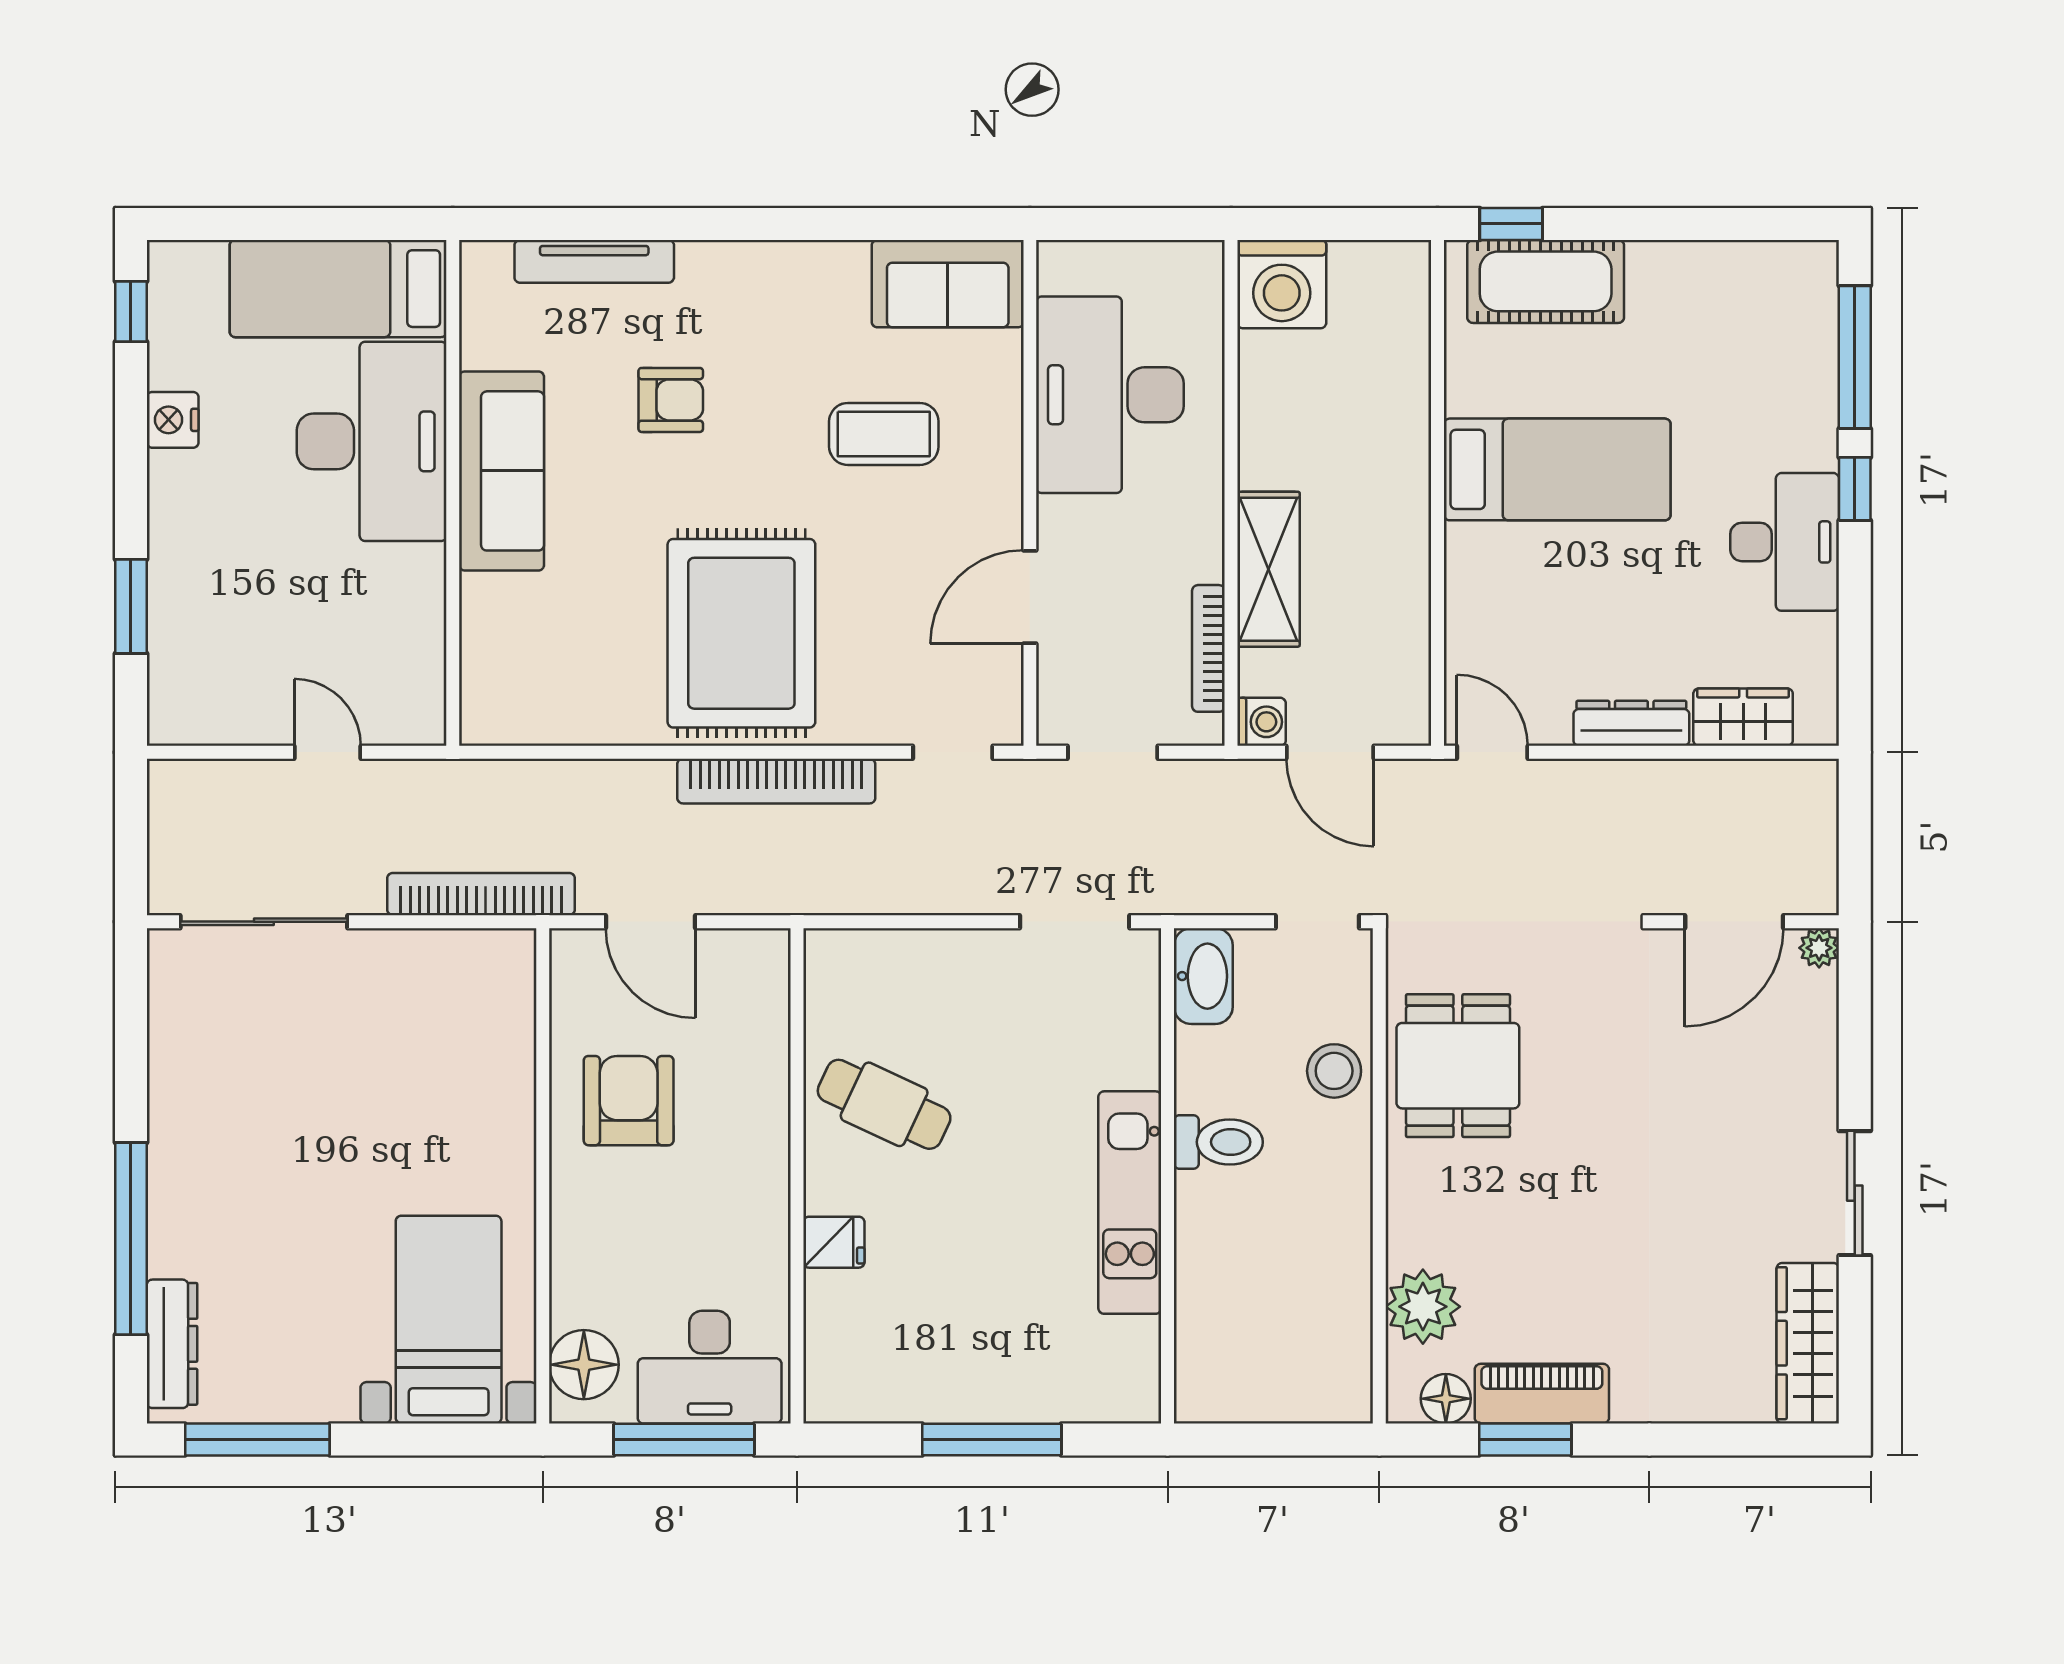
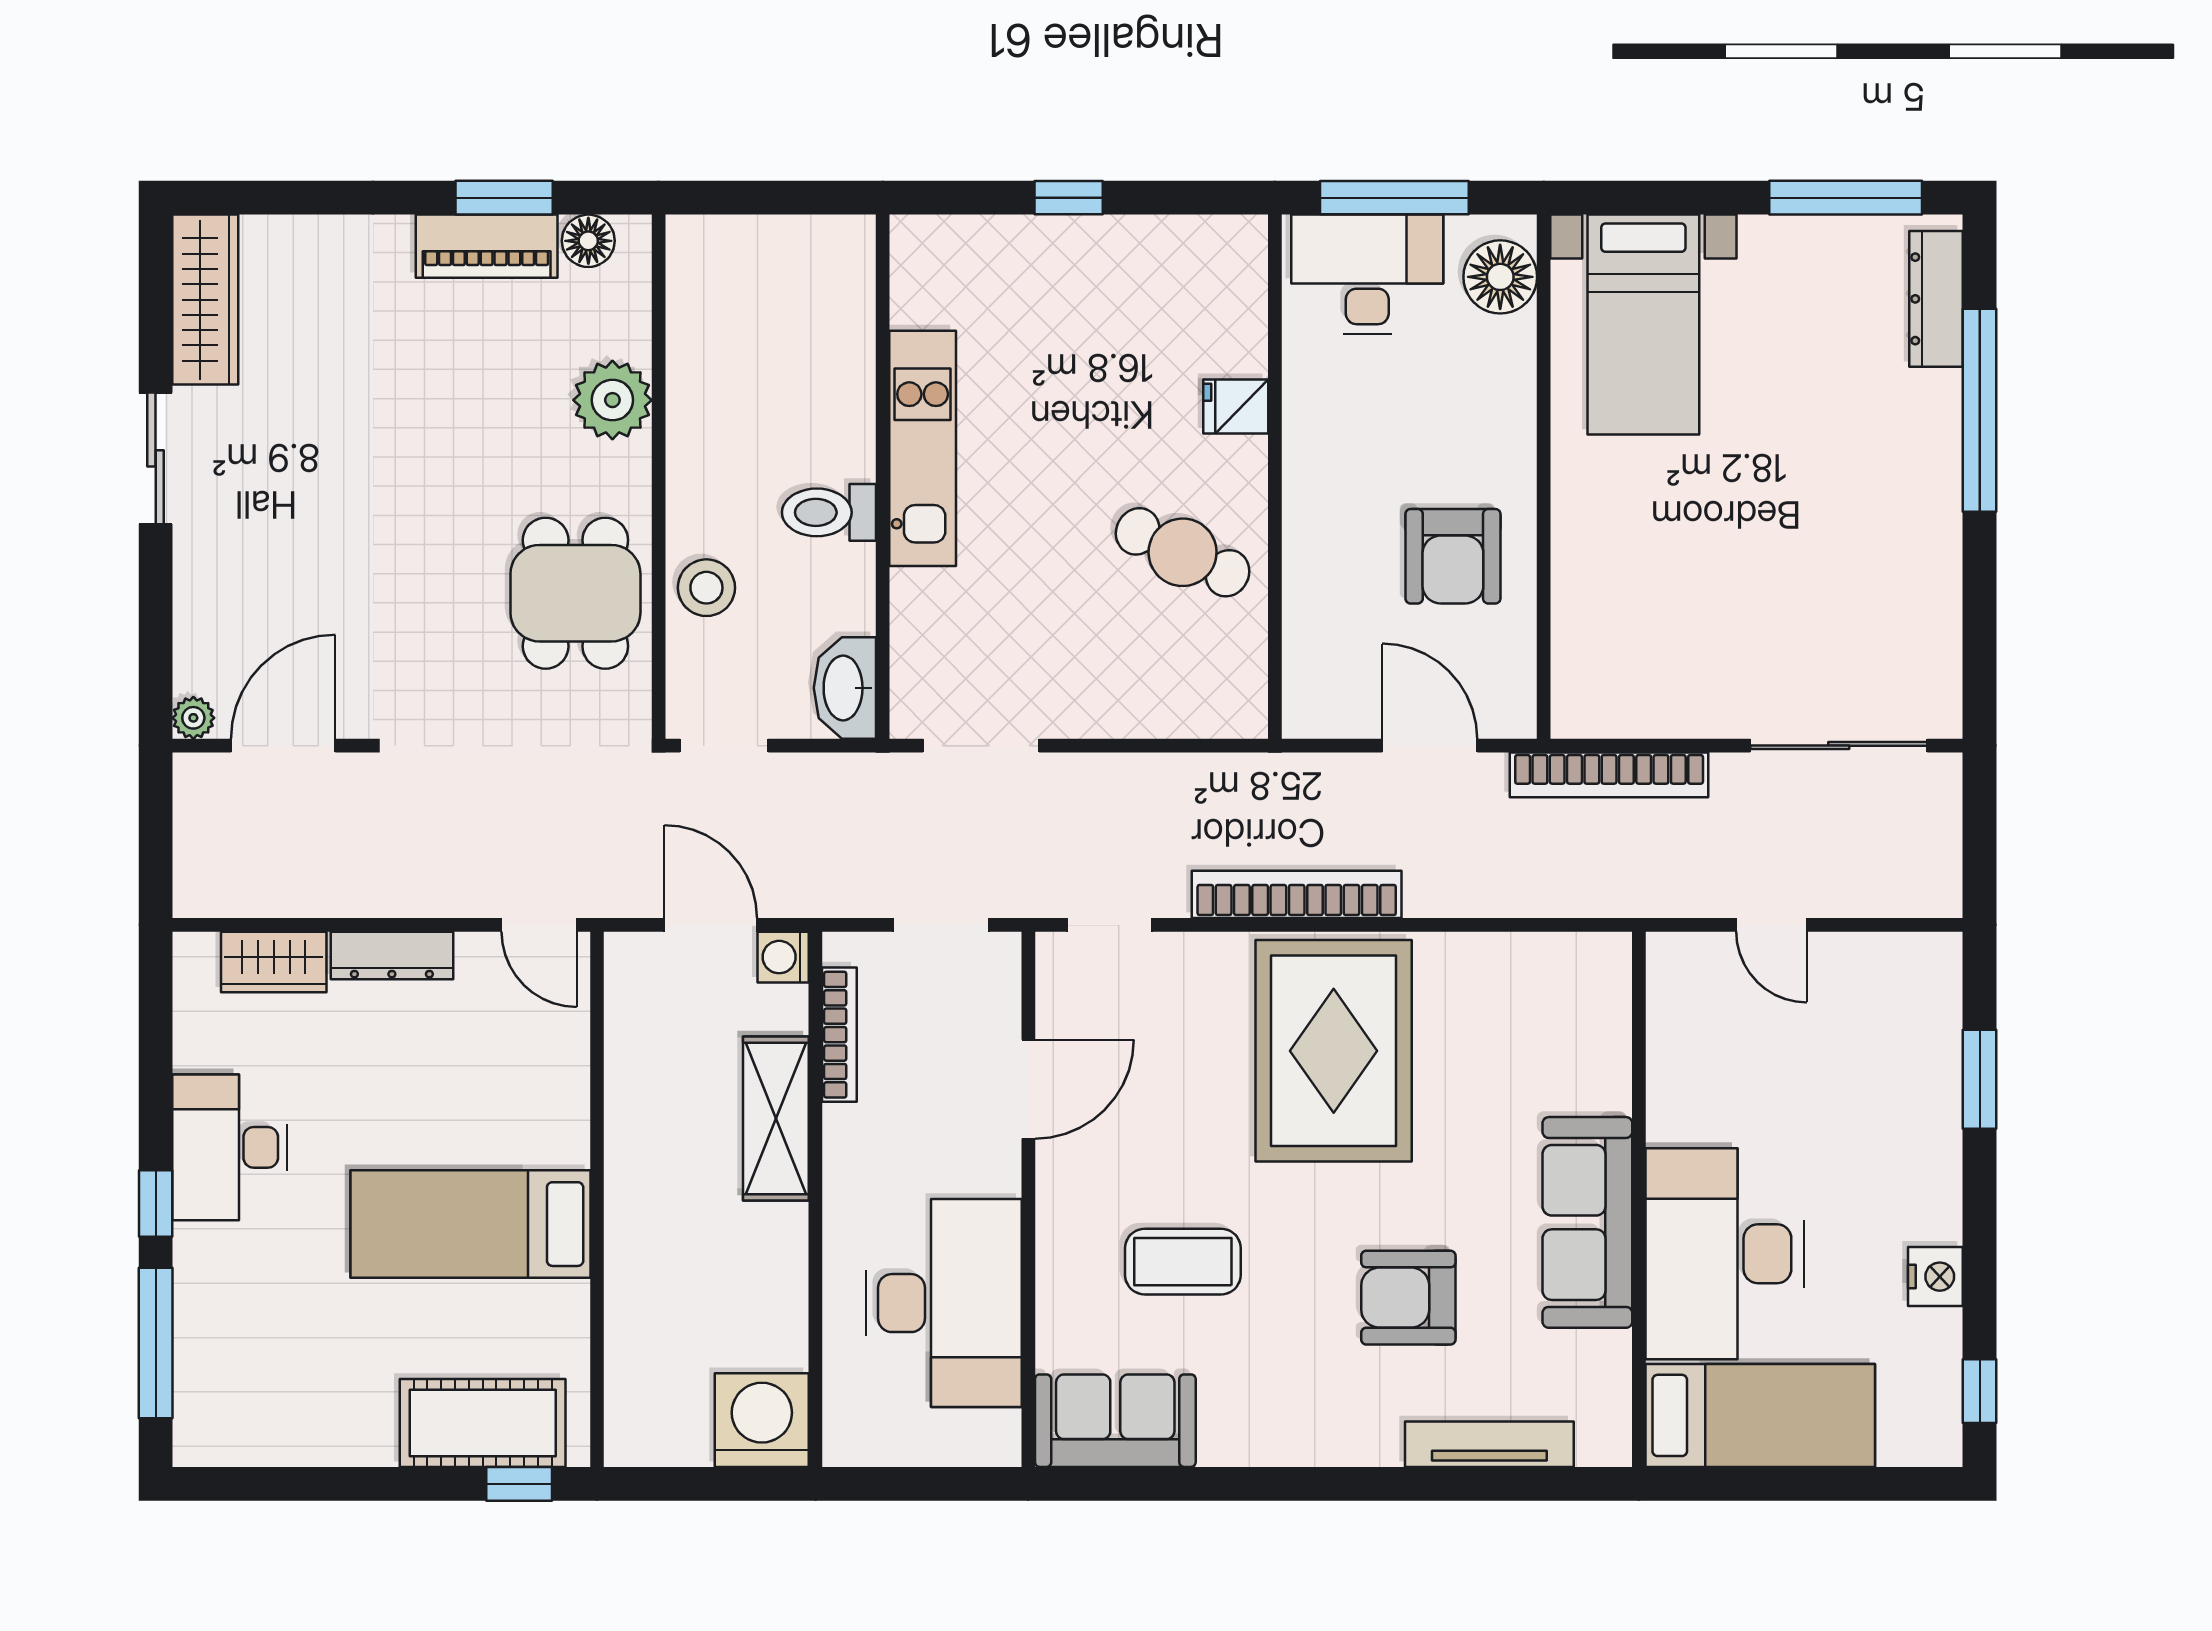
armchair: (671, 400) -> (1408, 1298), width x1.38, depth x1.38
plant: (1423, 1307) -> (612, 400), moved
window: (992, 1439) -> (1069, 198), width x0.46

